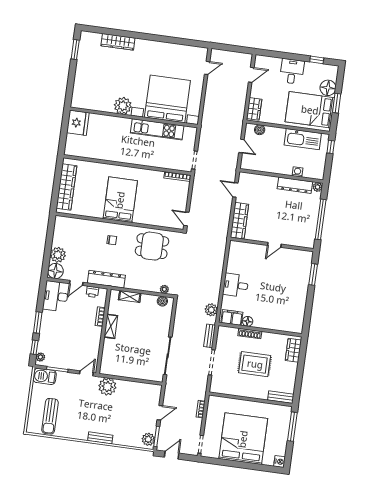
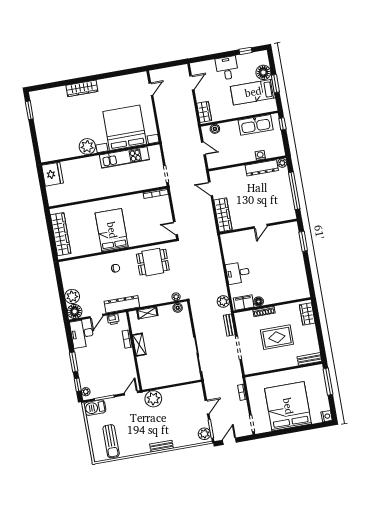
wardrobe: (118, 42) -> (82, 88), moved
bed: (310, 110) -> (253, 92), width x0.67

